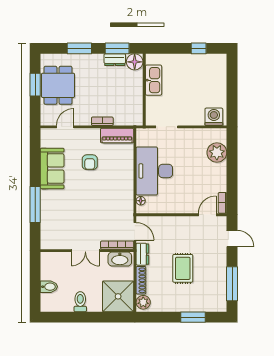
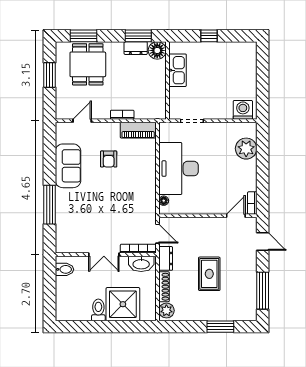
window: (79, 48) -> (84, 36), moved
window: (199, 48) -> (209, 36), moved
dining table: (58, 85) -> (88, 64), moved
bidet: (49, 287) -> (64, 269), moved
shower: (118, 296) -> (123, 304), moved

